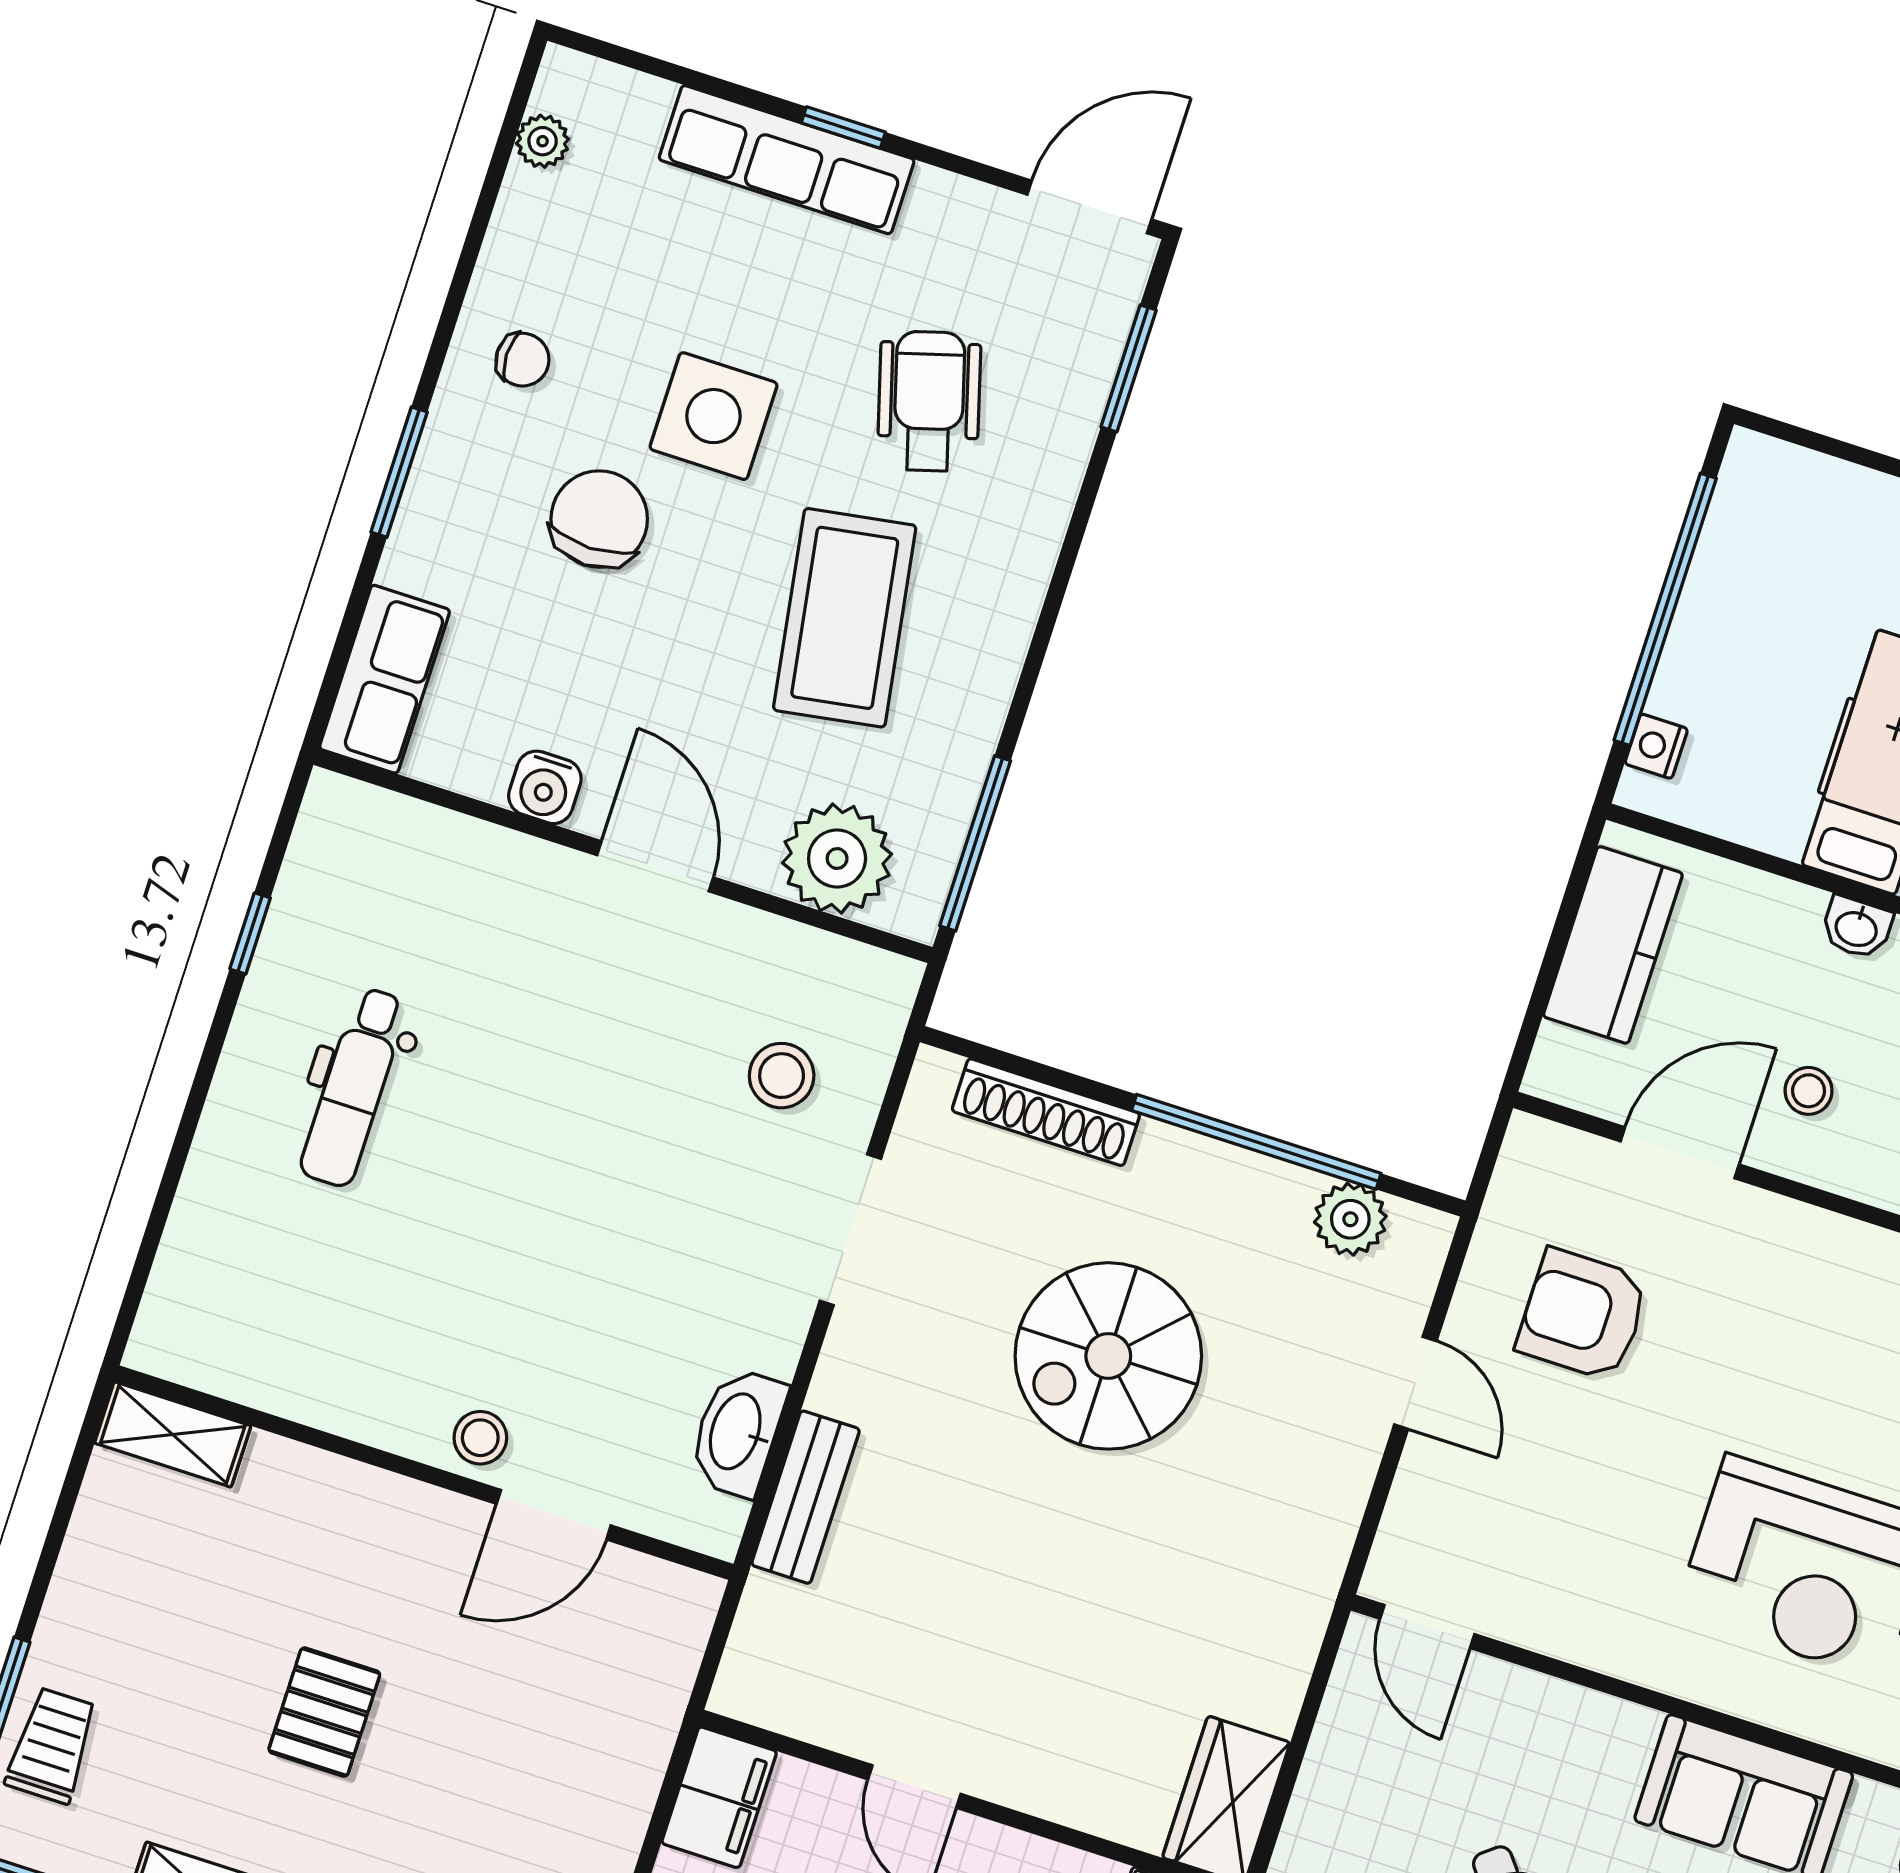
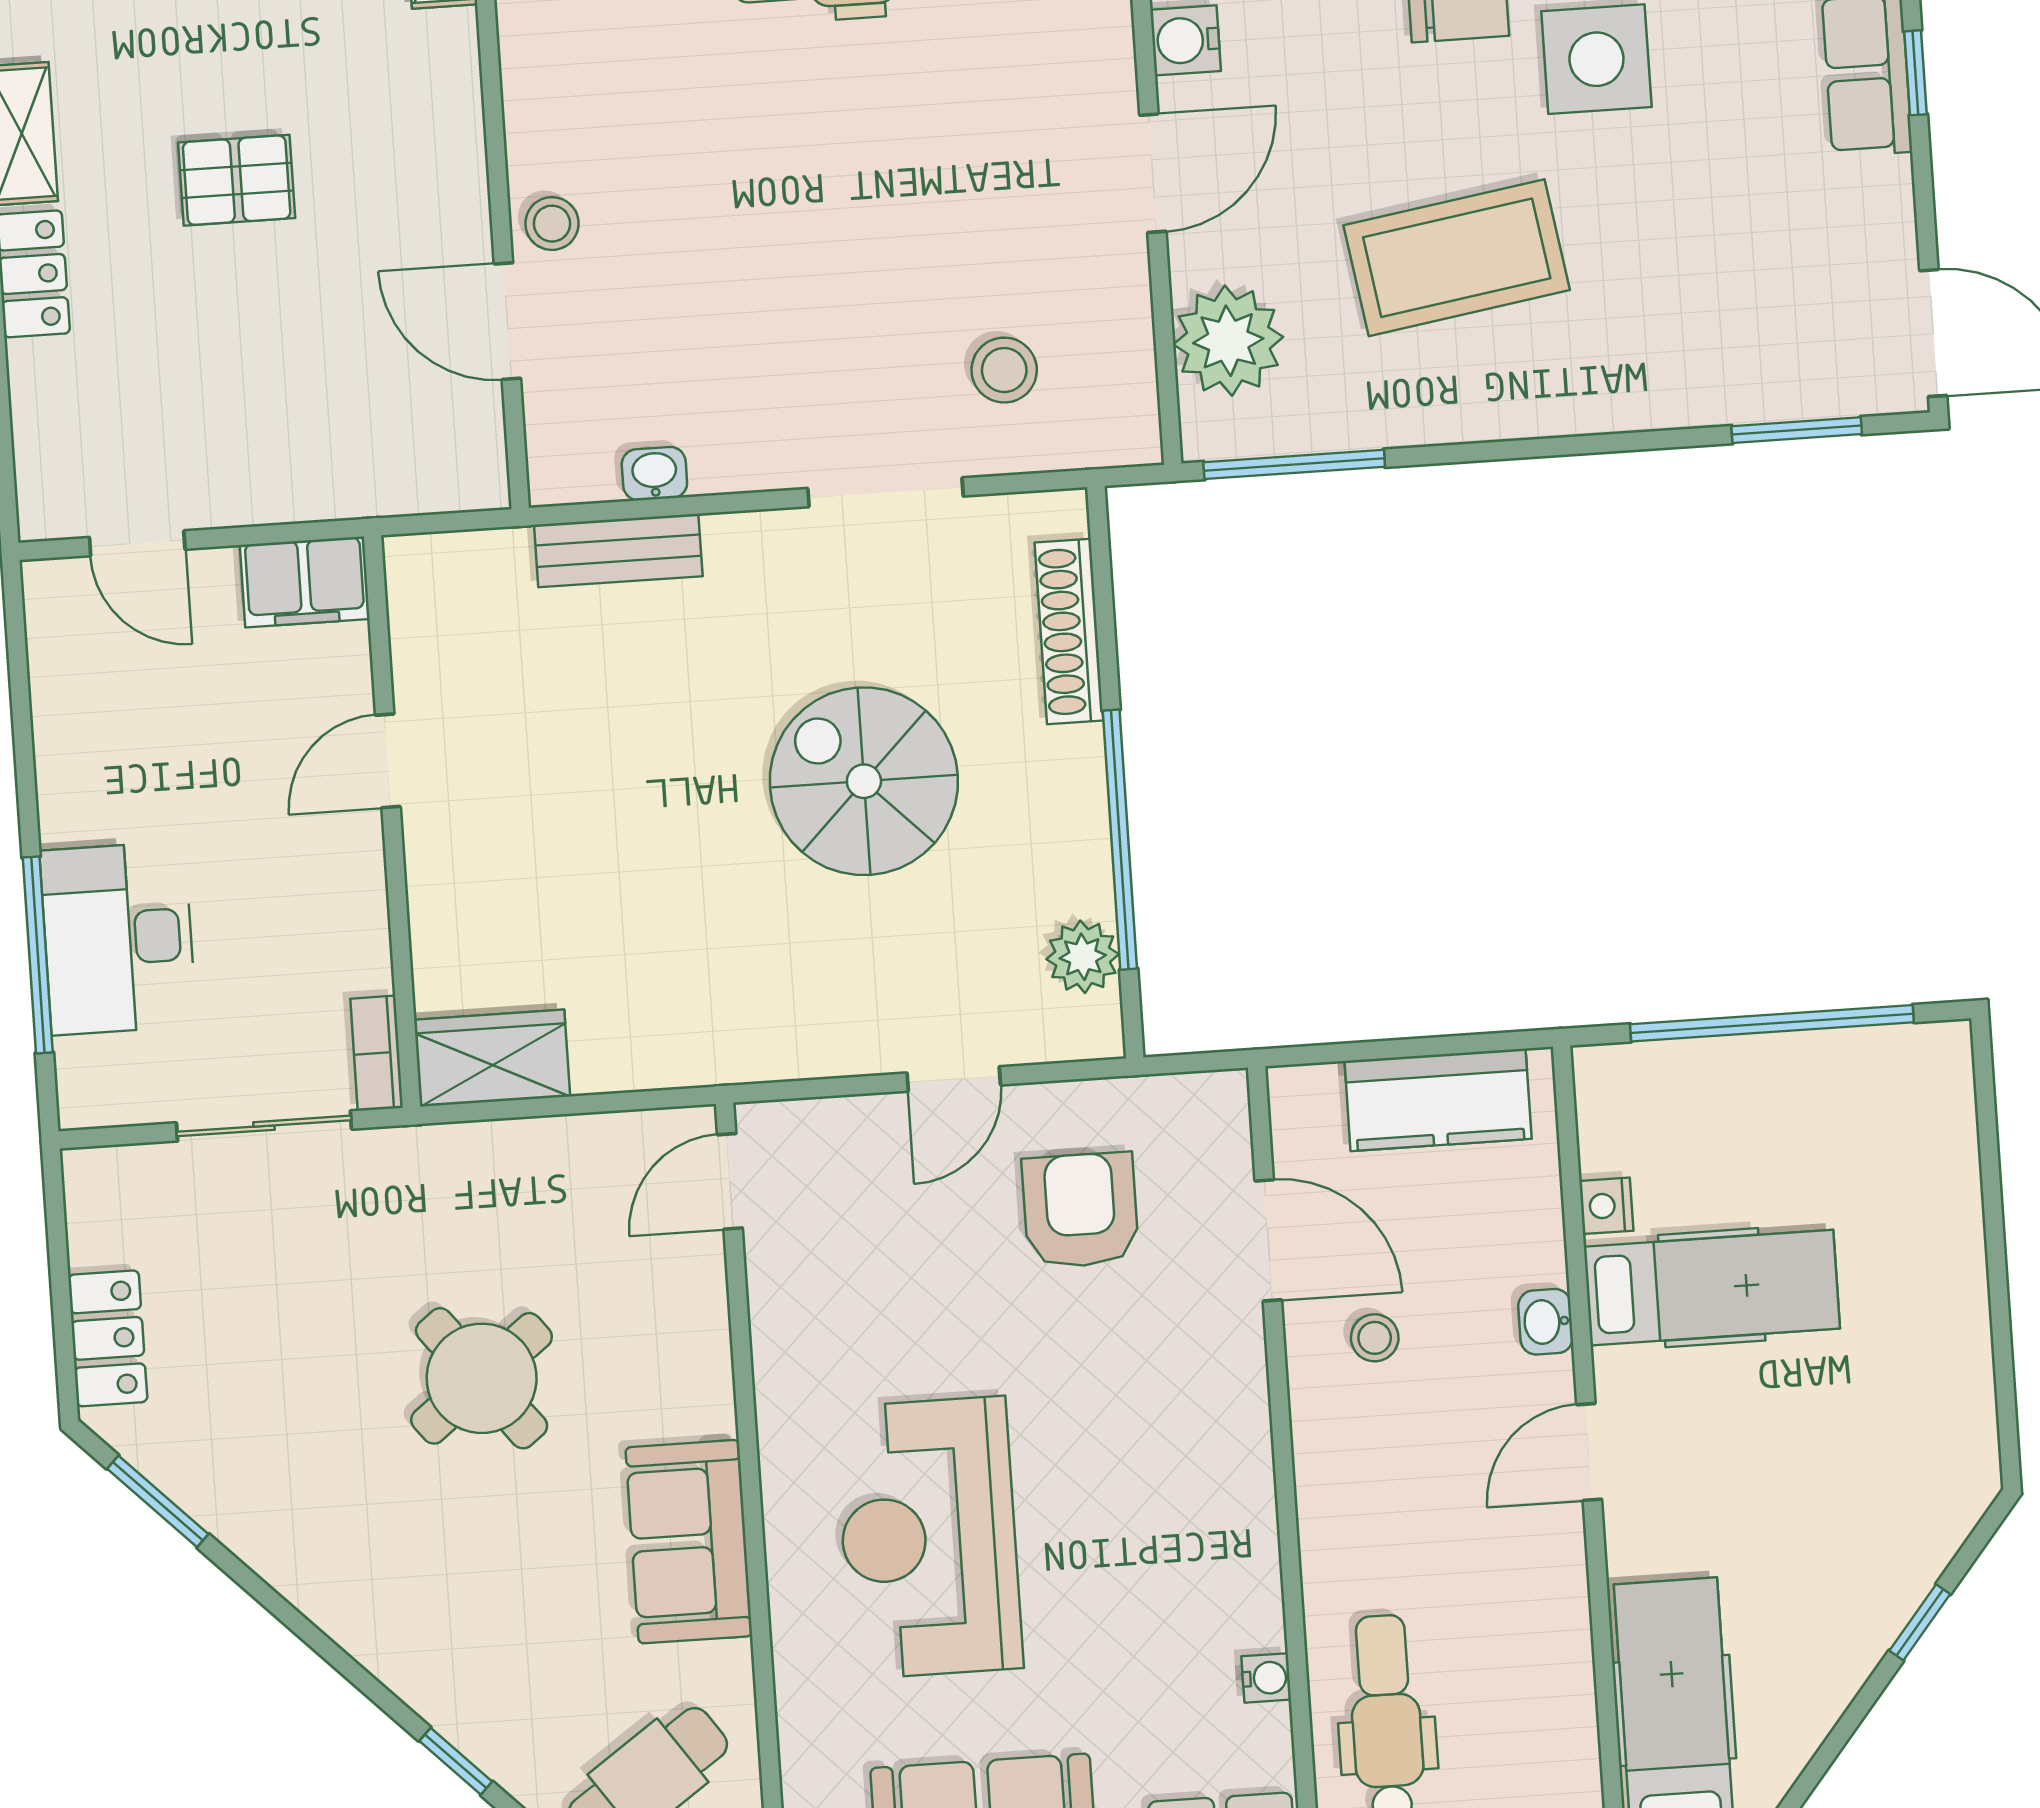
wheelchair: (929, 401) -> (1691, 256), removed
nightstand: (1656, 746) -> (1606, 1206), moved, turned -90
washbasin: (737, 1432) -> (654, 474), width x0.52, depth x0.69

